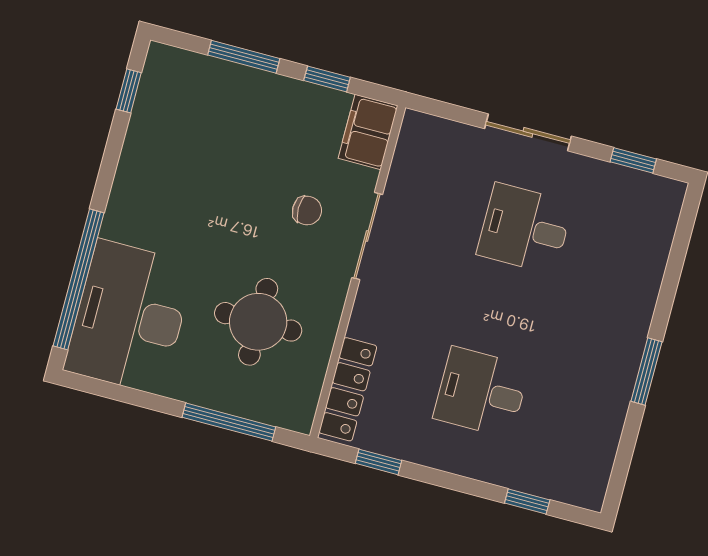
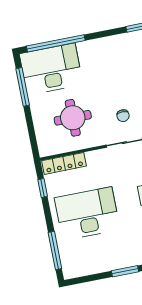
desk: (481, 392) -> (87, 214), width x1.87, depth x1.30
window: (229, 422) -> (23, 87), moved
window: (527, 501) -> (55, 251), width x2.17

